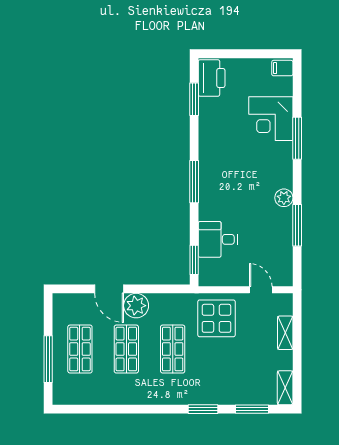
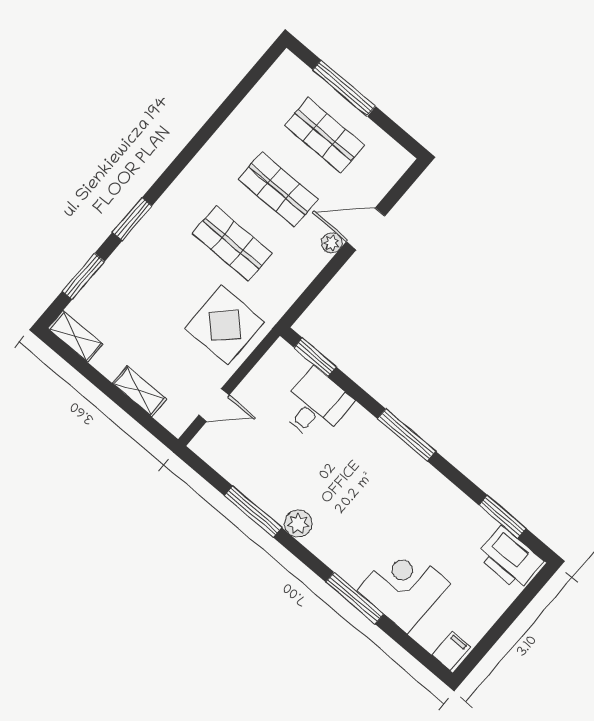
plant: (136, 306) -> (332, 243), width x0.53, depth x0.53

